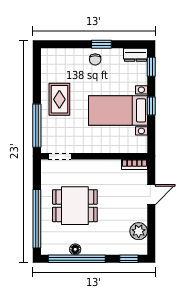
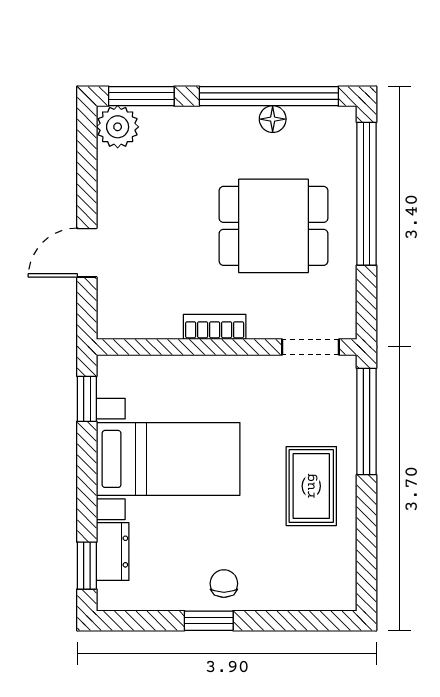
dresser: (135, 55) -> (113, 552), moved, turned 90
window: (151, 106) -> (87, 399), moved
bookcase: (134, 164) -> (215, 327), moved
plant: (139, 231) -> (118, 127), moved
window: (129, 259) -> (141, 96), width x1.50

